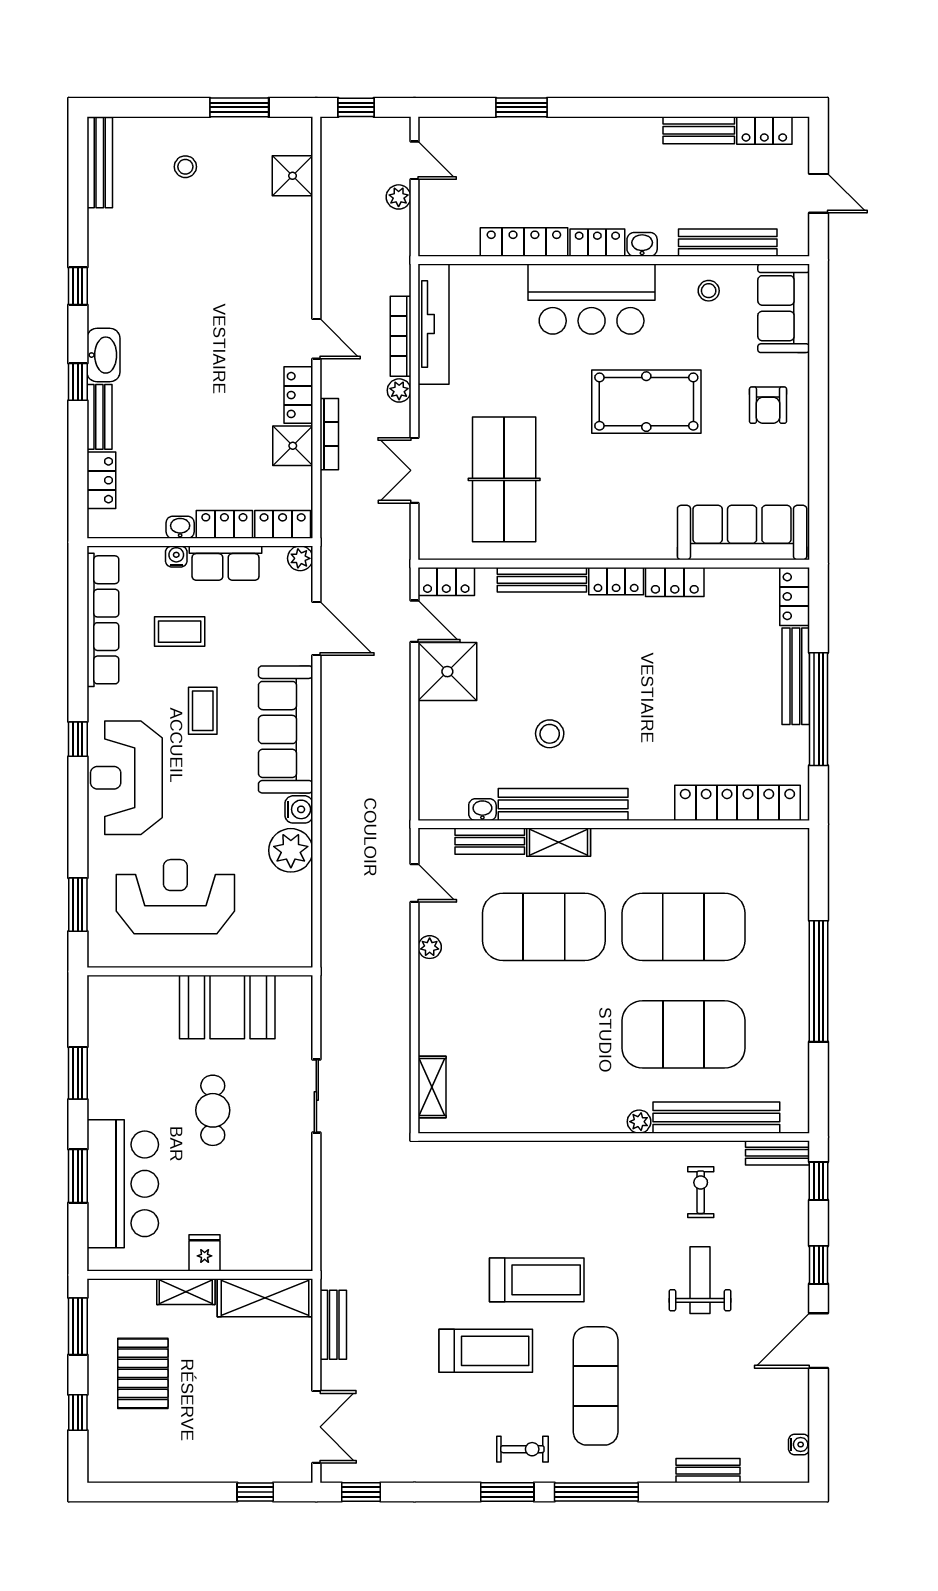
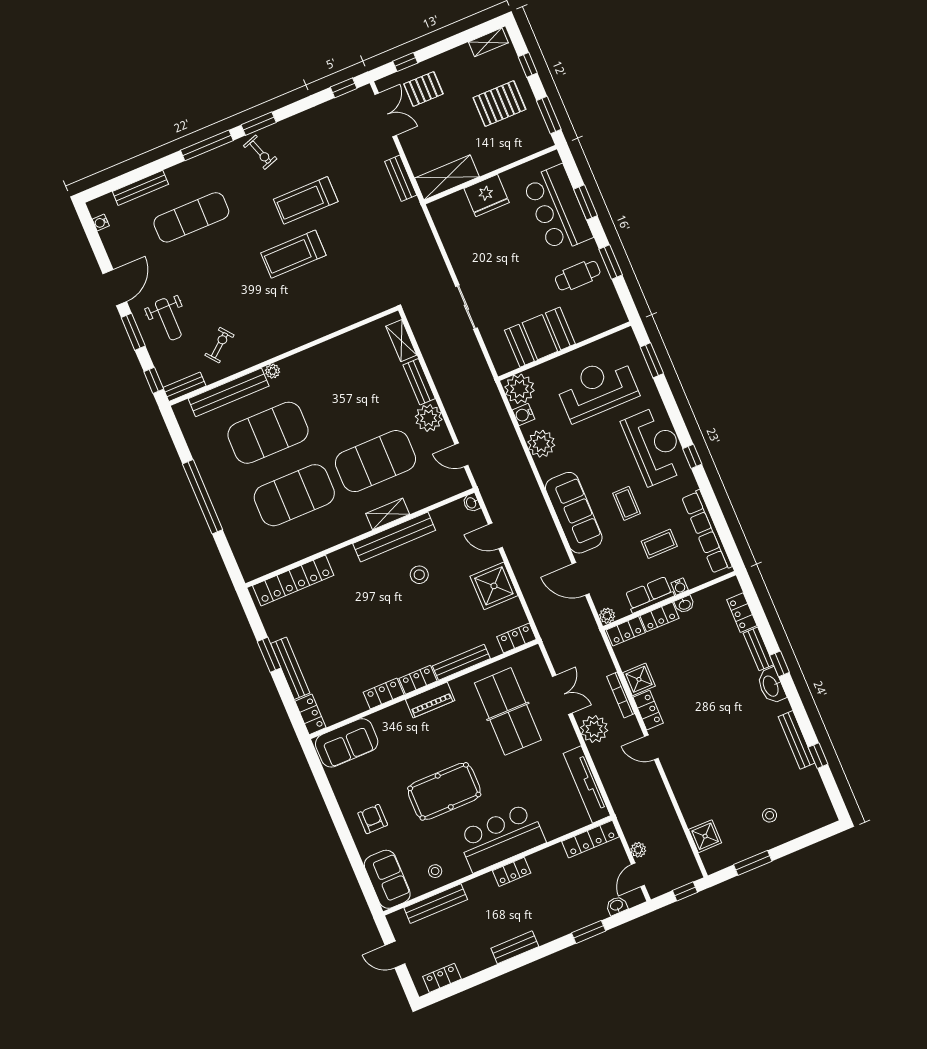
bench: (699, 130) -> (515, 947), moved
door: (414, 160) -> (638, 875), hinge flipped
bench: (100, 163) -> (796, 740), moved
locker: (524, 242) -> (591, 839), moved
washbasin: (642, 244) -> (617, 906), moved, turned 180
window: (78, 286) -> (818, 756), moved
bookcase: (401, 336) -> (603, 769), removed
plant: (399, 390) -> (594, 729), width x1.88, depth x1.88
sofa: (742, 533) -> (347, 743), width x0.73
piano: (611, 544) -> (430, 700), added
door: (414, 621) -> (495, 536), moved
window: (819, 709) -> (269, 655), width x0.47
water cooler: (299, 809) -> (523, 415), moved
washbasin: (482, 810) -> (471, 503), moved, turned 90
bench: (490, 841) -> (419, 382), moved, turned 90
reception desk: (175, 897) -> (597, 389), turned 180
plant: (289, 944) -> (520, 389), added
plant: (430, 947) -> (429, 418), width x1.88, depth x1.88
cafe table: (213, 1110) -> (578, 276), moved, turned 90
exercise bike: (701, 1192) -> (220, 345), turned -129
fridge: (205, 1253) -> (487, 196), width x1.88, depth x1.34
window: (819, 1265) -> (133, 332), width x1.50
weight bench: (700, 1280) -> (168, 319), moved
shelving: (186, 1292) -> (488, 42), moved
pallet: (143, 1373) -> (499, 104), turned 90
exercise mat: (596, 1386) -> (191, 217), moved, turned 90
double door: (316, 1427) -> (386, 115), swing flipped
pallet: (245, 1441) -> (423, 89), added
exercise bike: (522, 1449) -> (260, 152), turned -109
bench: (708, 1471) -> (140, 188), width x1.36

